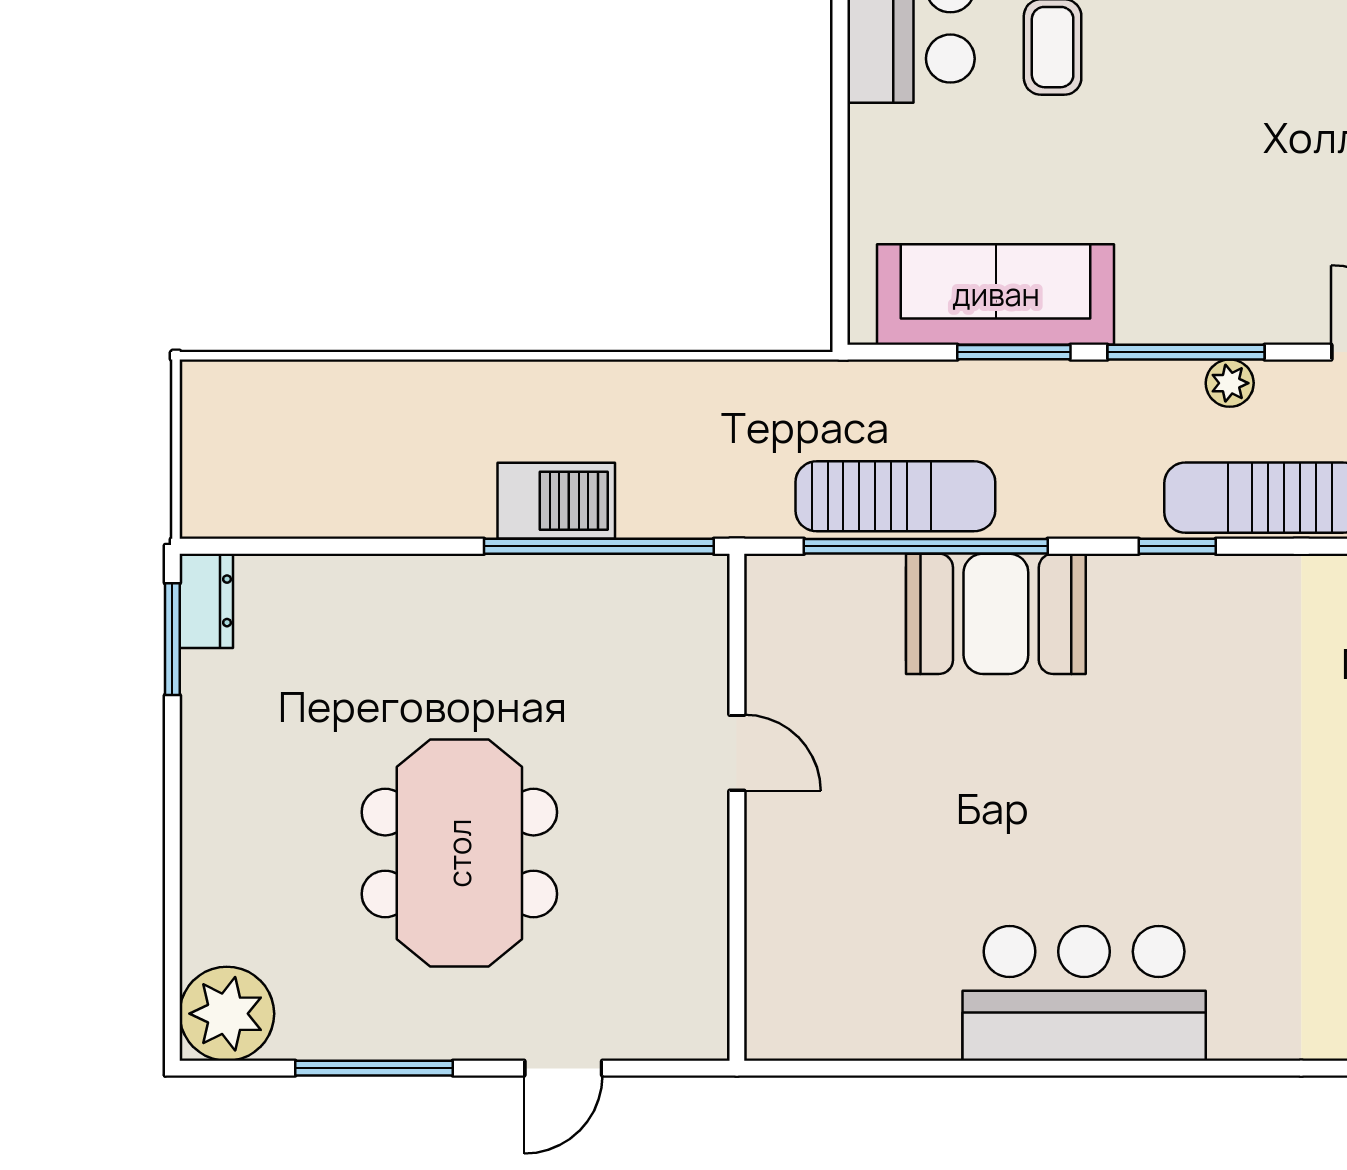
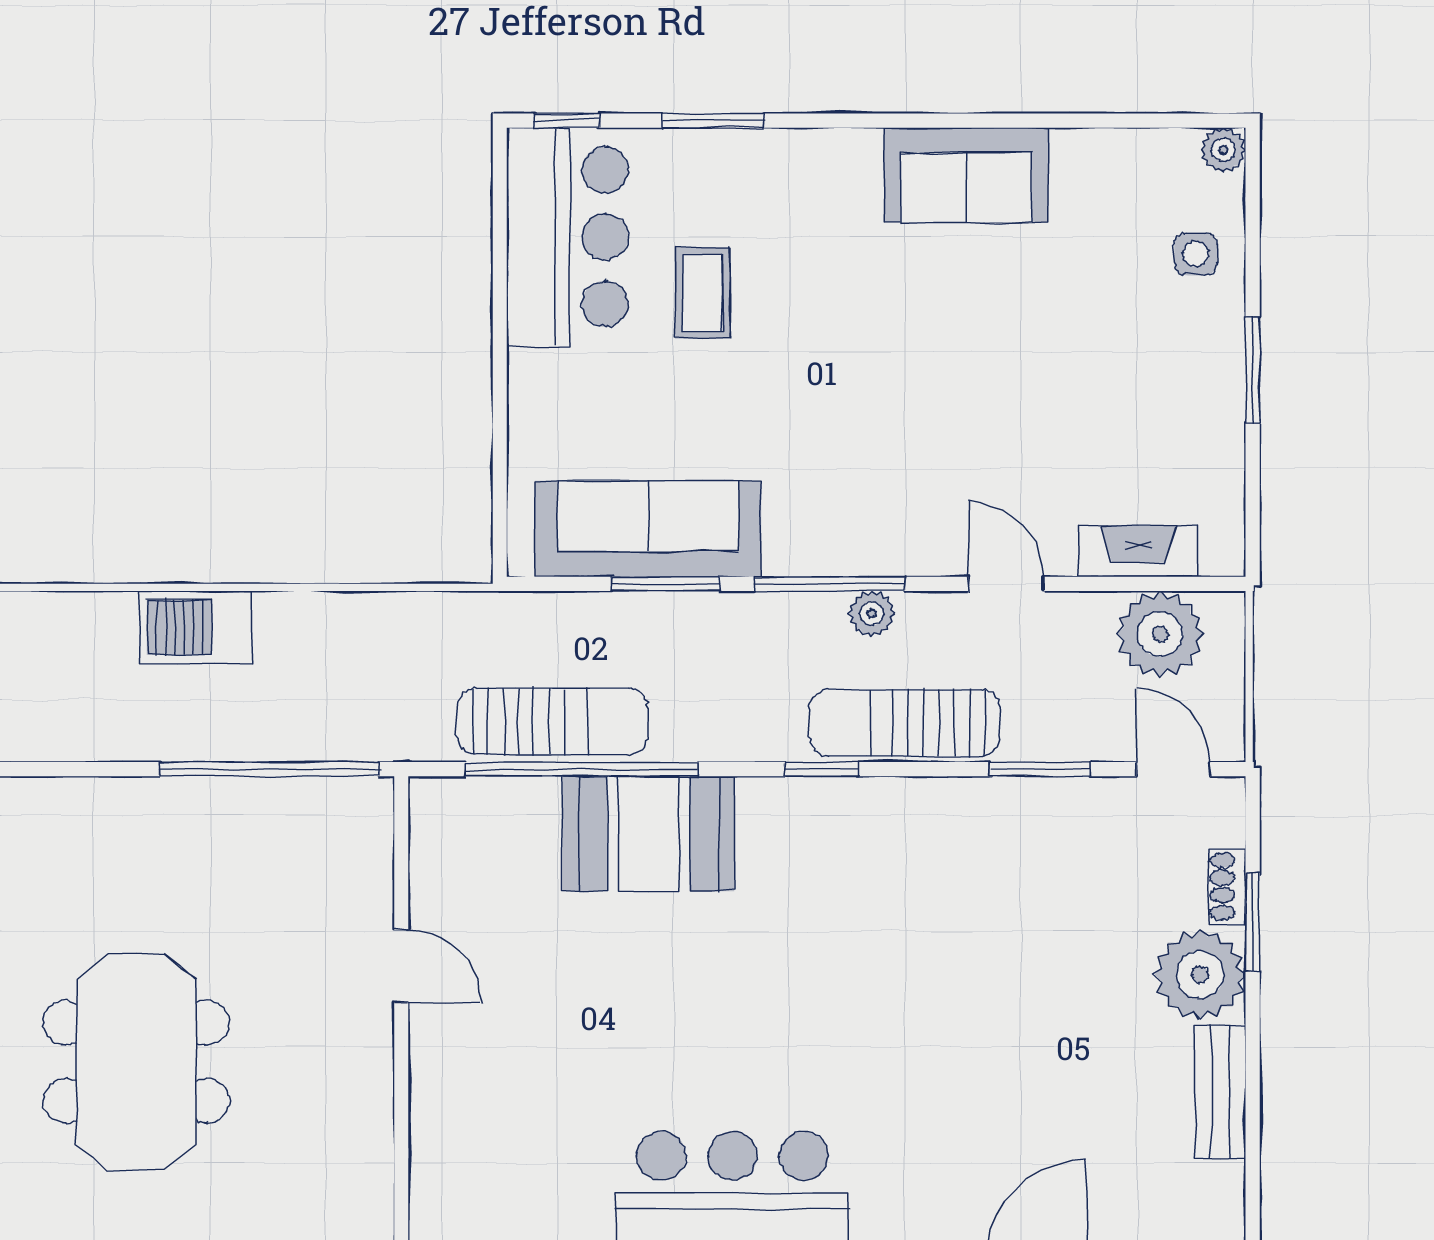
barbecue: (556, 501) -> (196, 627), moved, turned 180

